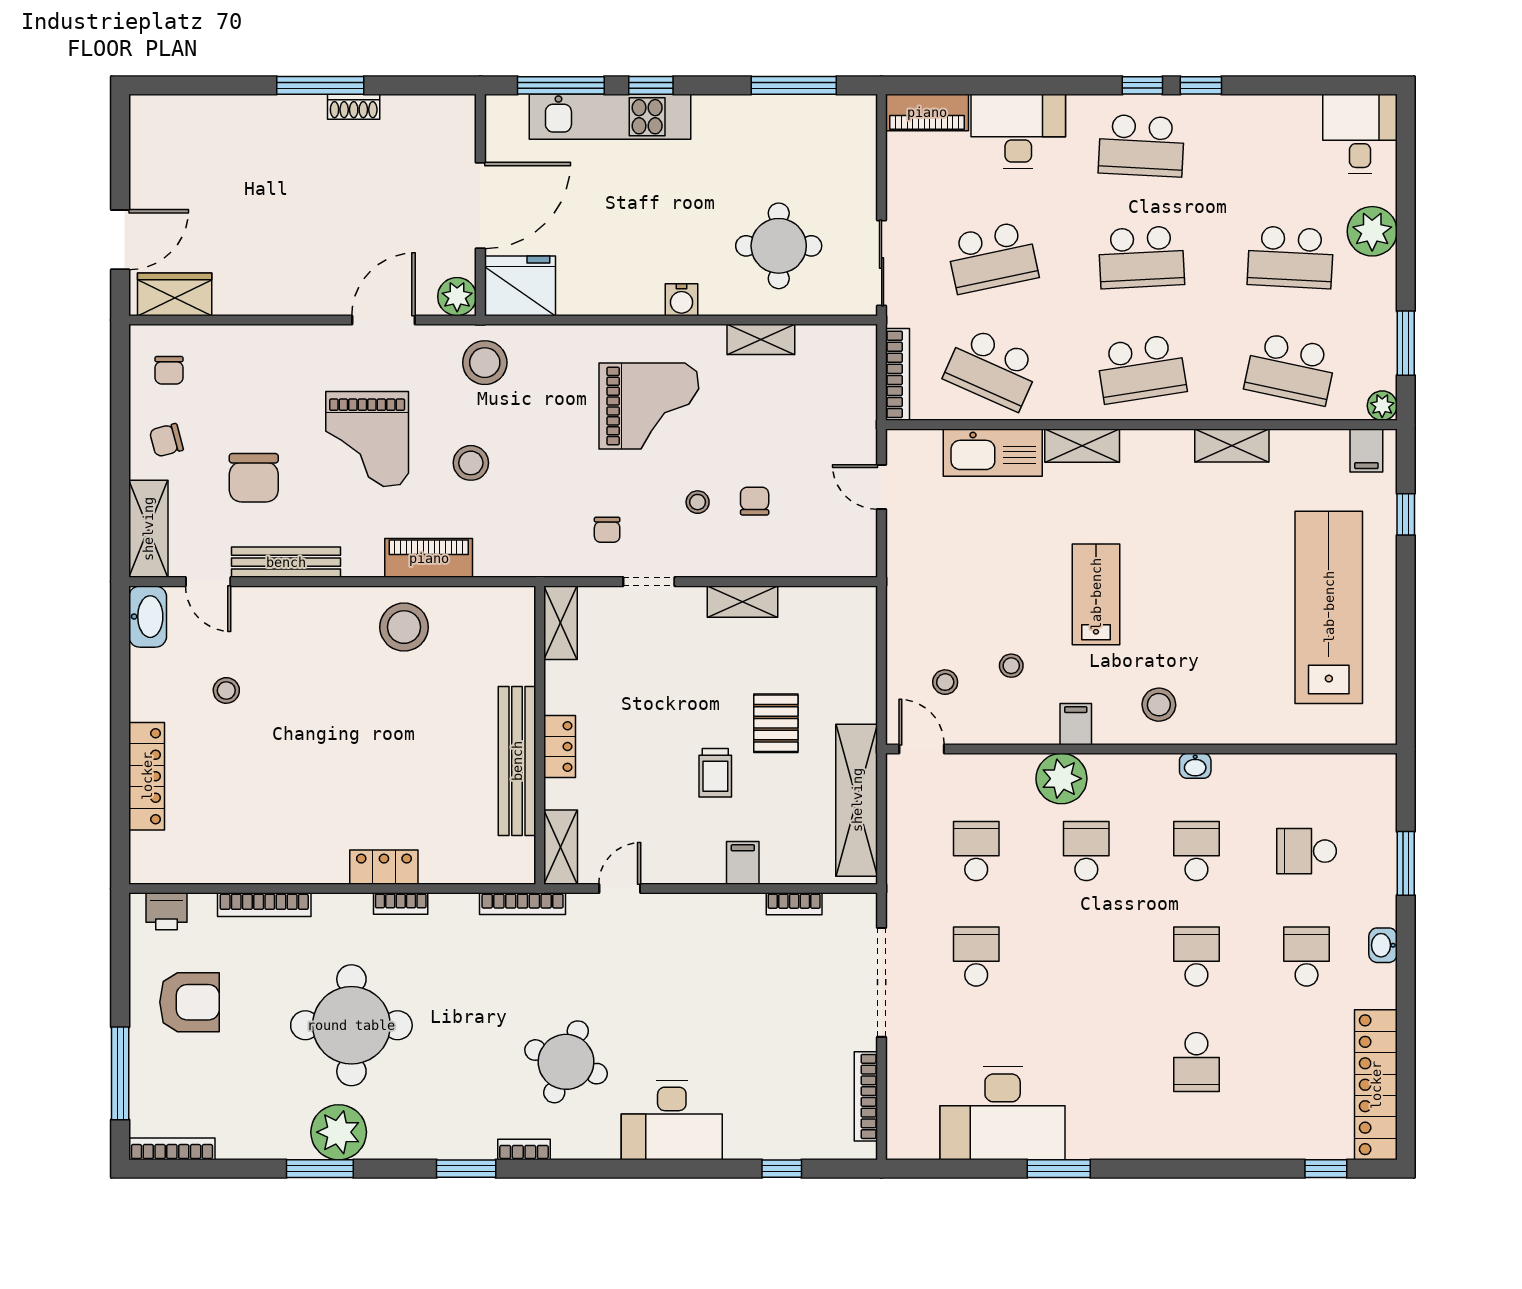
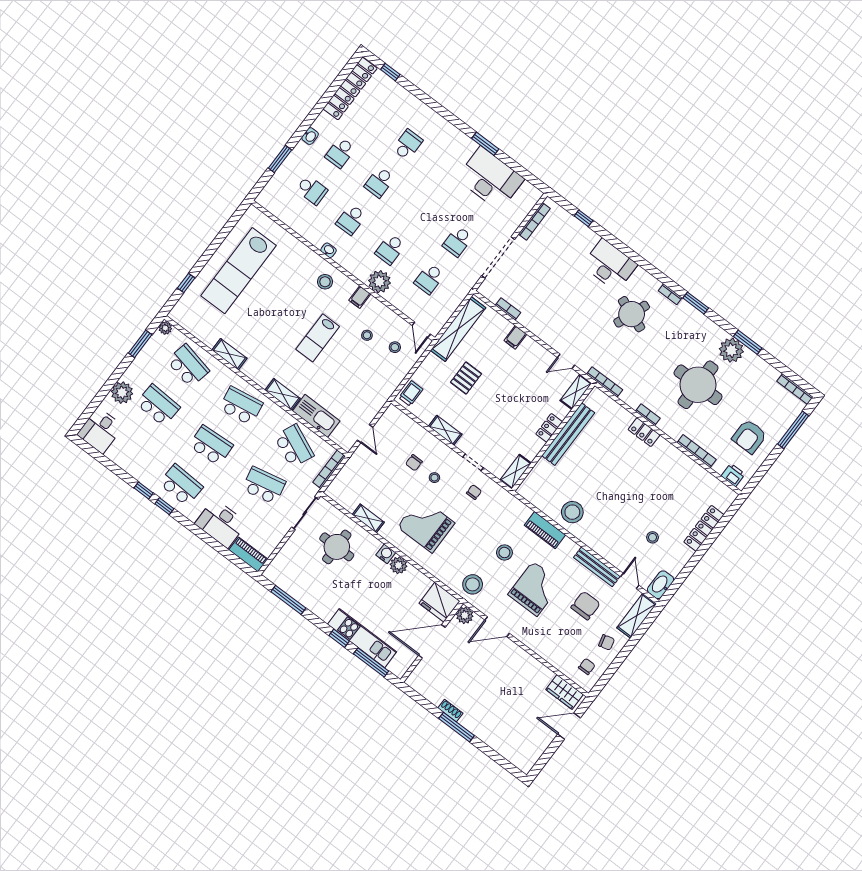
plant: (643, 296) -> (398, 565), added
filing cabinet: (1366, 451) -> (183, 316), removed
trolley: (715, 773) -> (411, 393), moved
armchair: (189, 1002) -> (749, 436), turned -90

